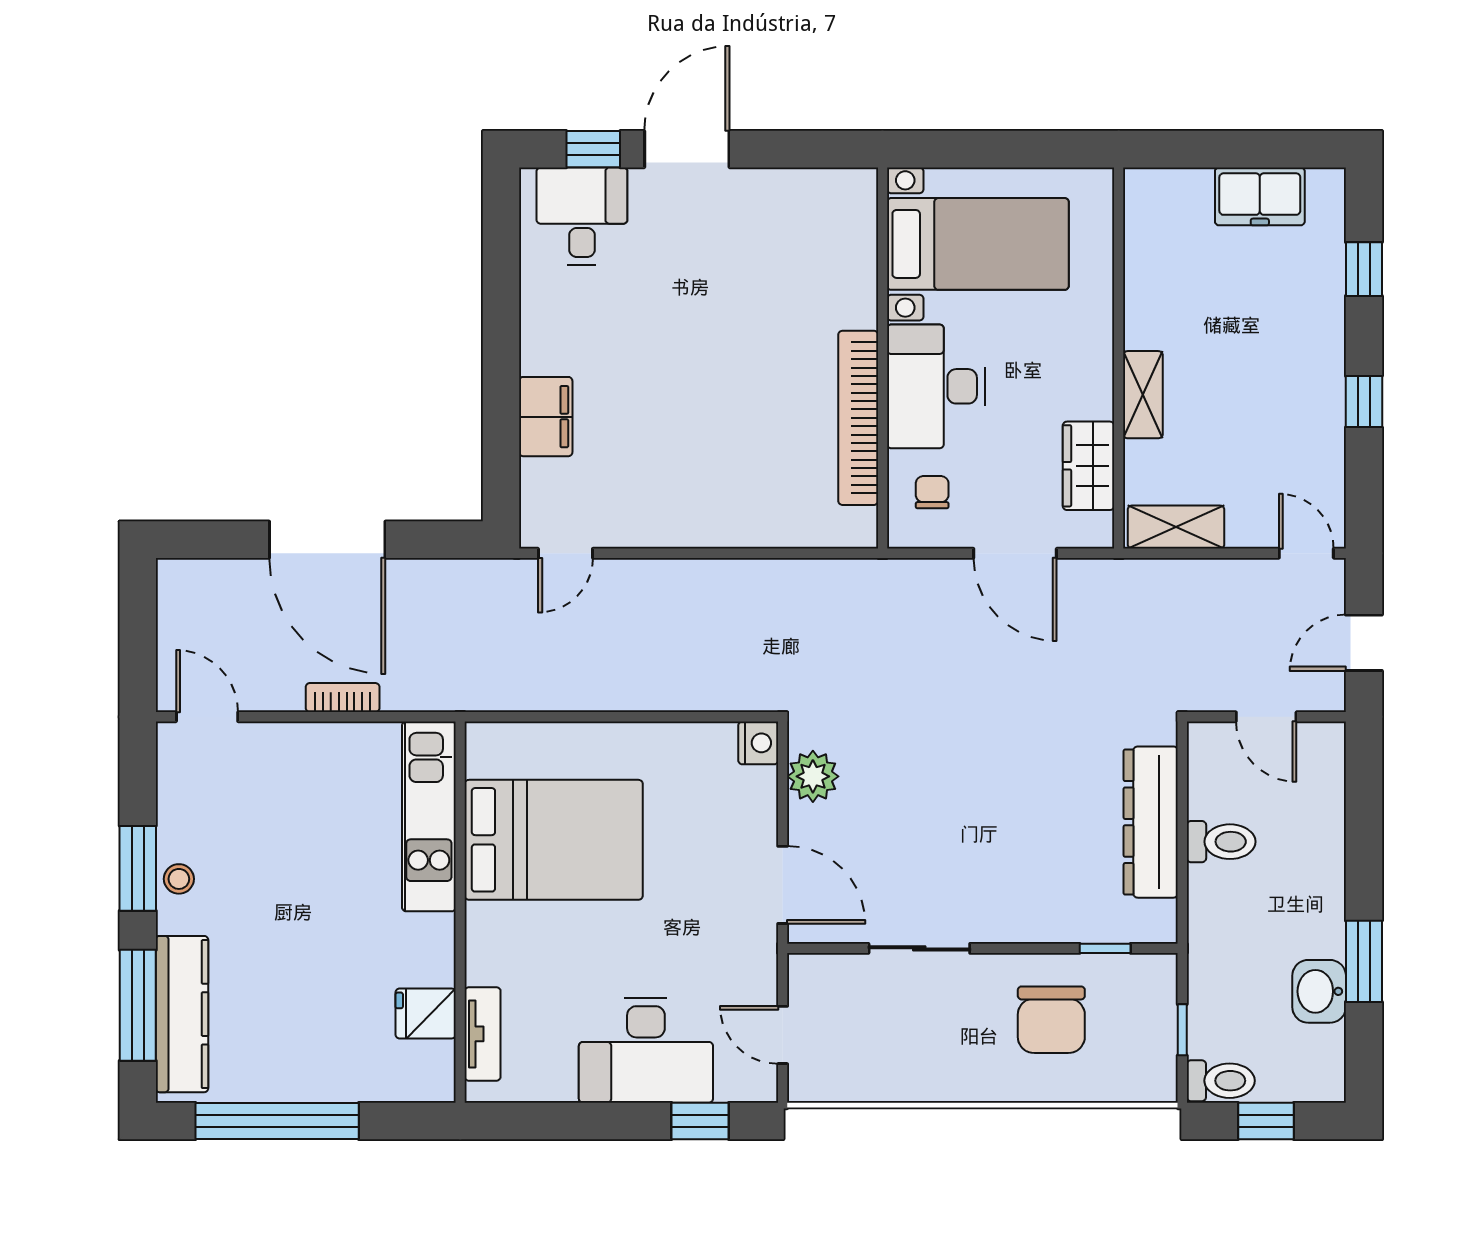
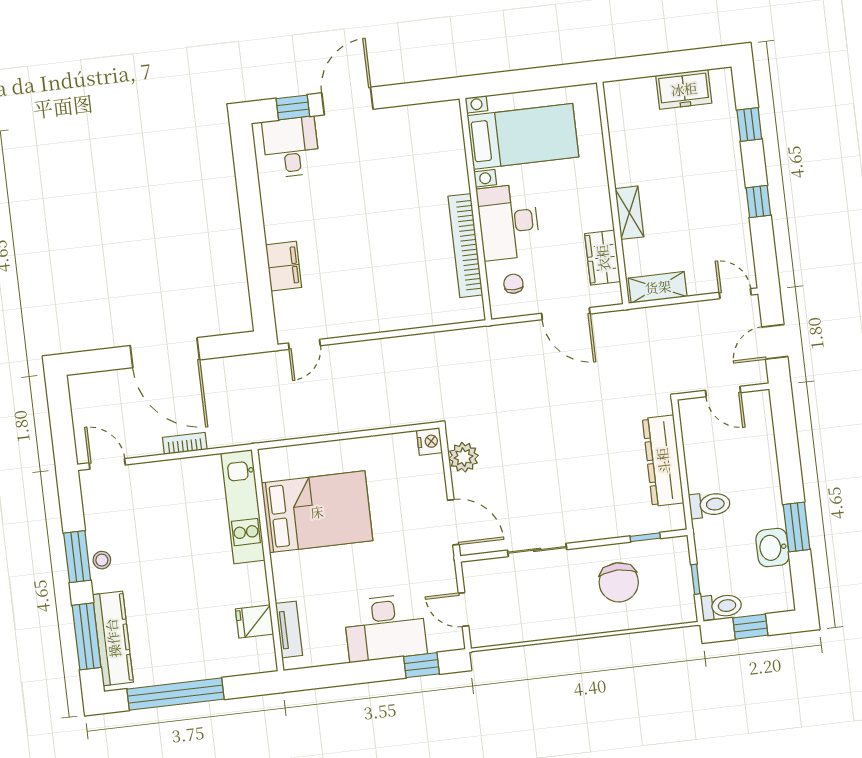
toilet: (1221, 842) -> (710, 505), moved

